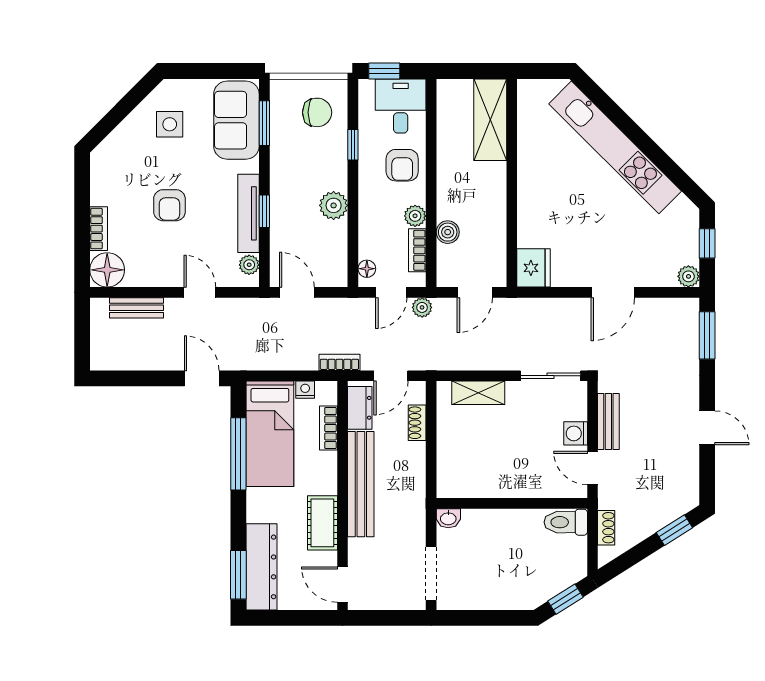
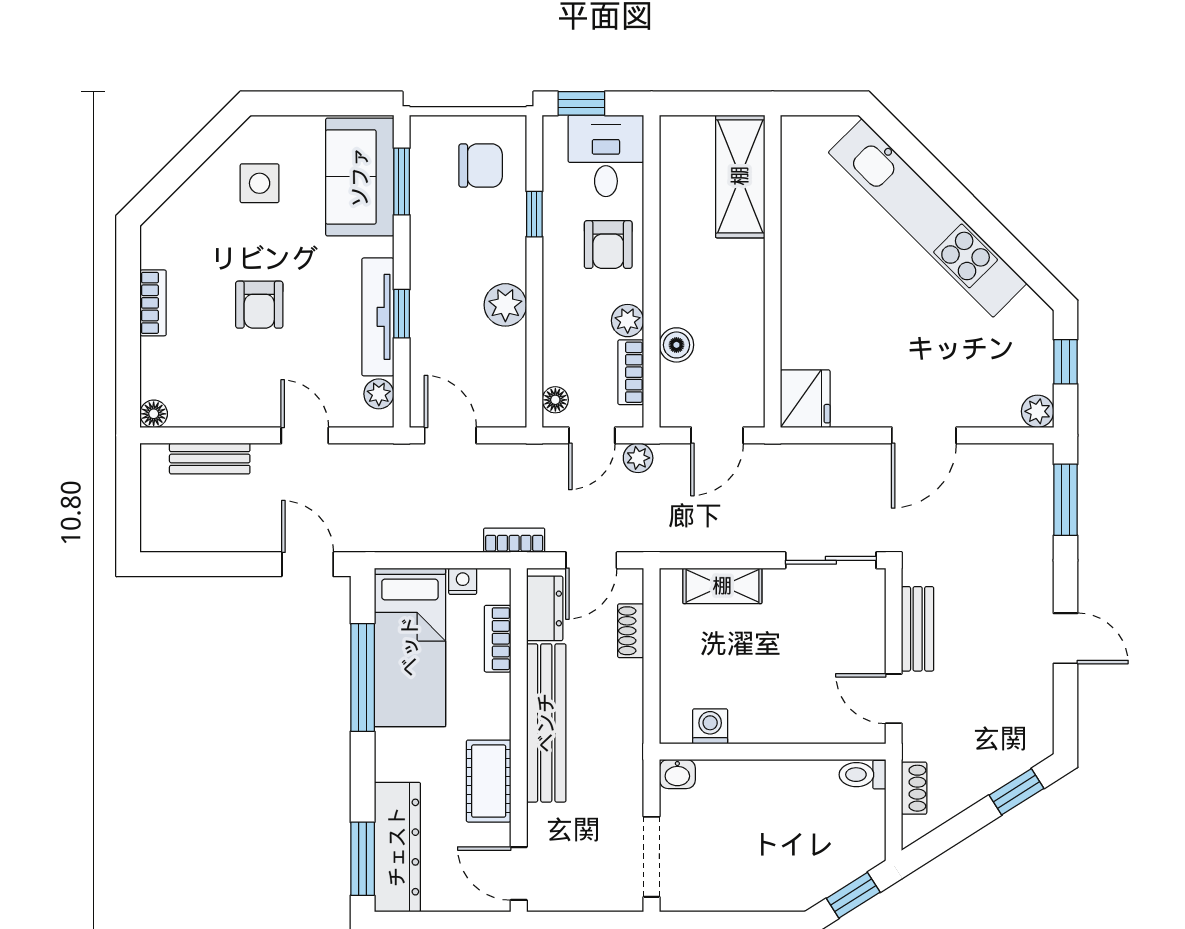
bookcase: (99, 229) -> (153, 303), moved
floor lamp: (107, 270) -> (154, 414), width x0.53, depth x0.53
washing machine: (576, 433) -> (710, 726), moved, turned 90
toilet: (566, 522) -> (863, 775), width x0.73, depth x0.72

